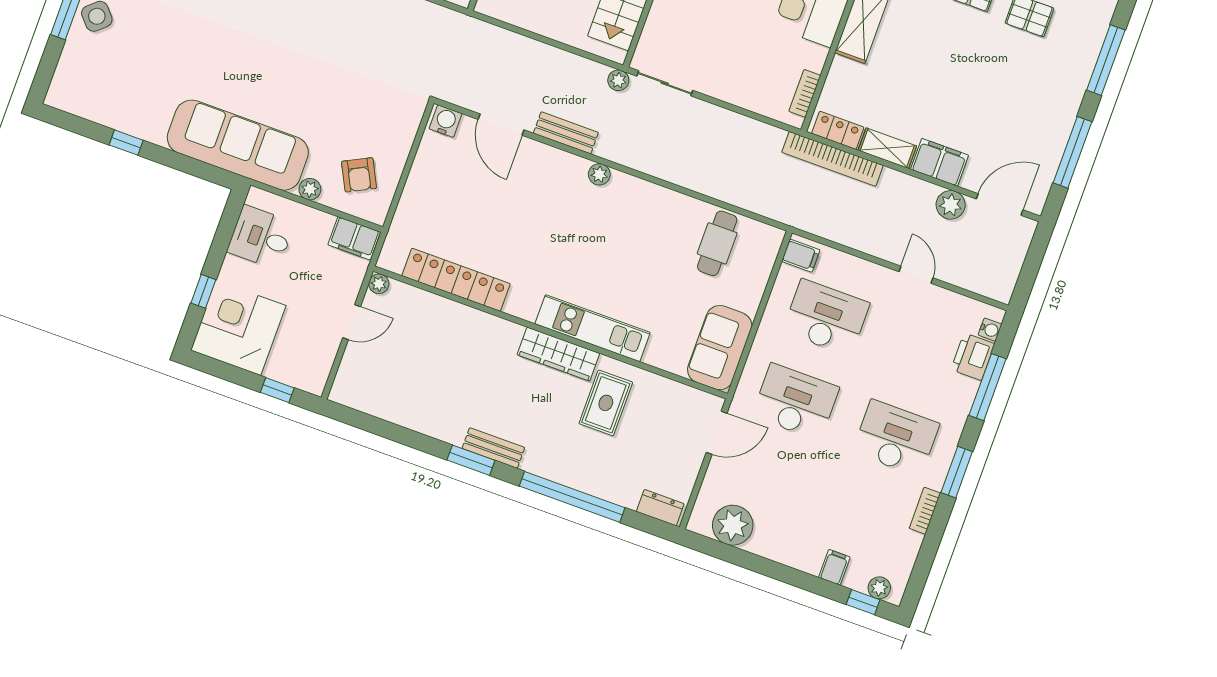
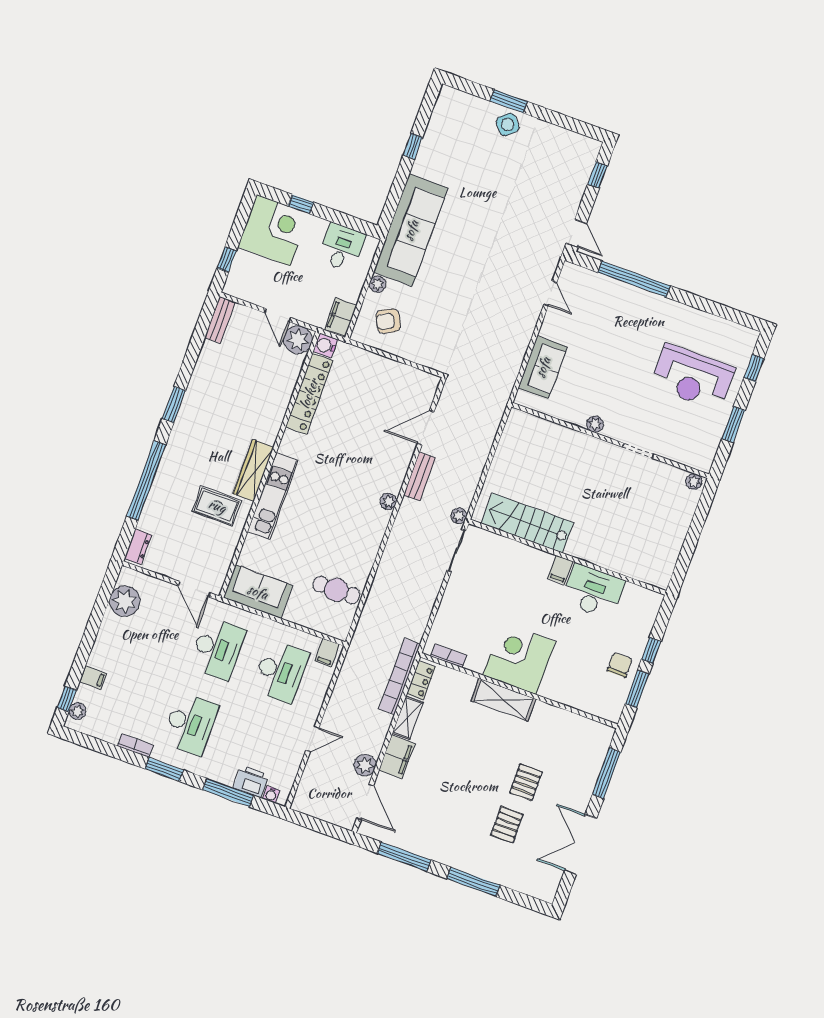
water cooler: (446, 121) -> (325, 346), moved, turned 180
plant: (379, 284) -> (298, 340), width x1.88, depth x1.88
bench: (493, 448) -> (220, 320), moved

